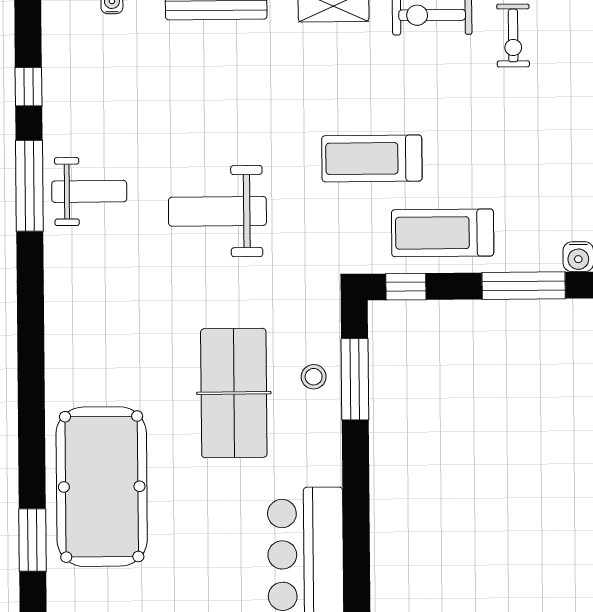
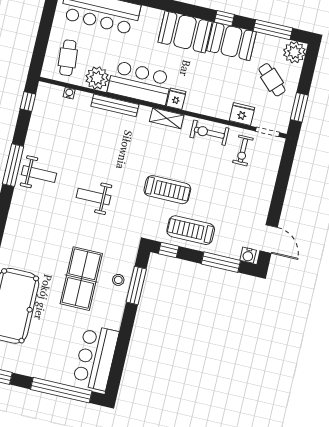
window: (29, 87) -> (28, 101), moved
treadmill: (372, 158) -> (167, 190), turned 180
weight bench: (217, 211) -> (93, 197), width x0.73, depth x0.75

